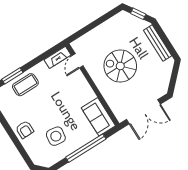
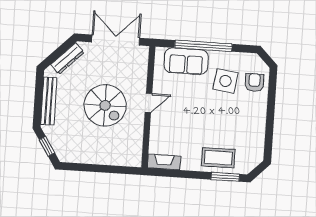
door: (77, 61) -> (149, 103), moved
dresser: (165, 78) -> (67, 58), added
sofa: (98, 117) -> (186, 61), moved, turned 90
armchair: (25, 130) -> (254, 83), moved

